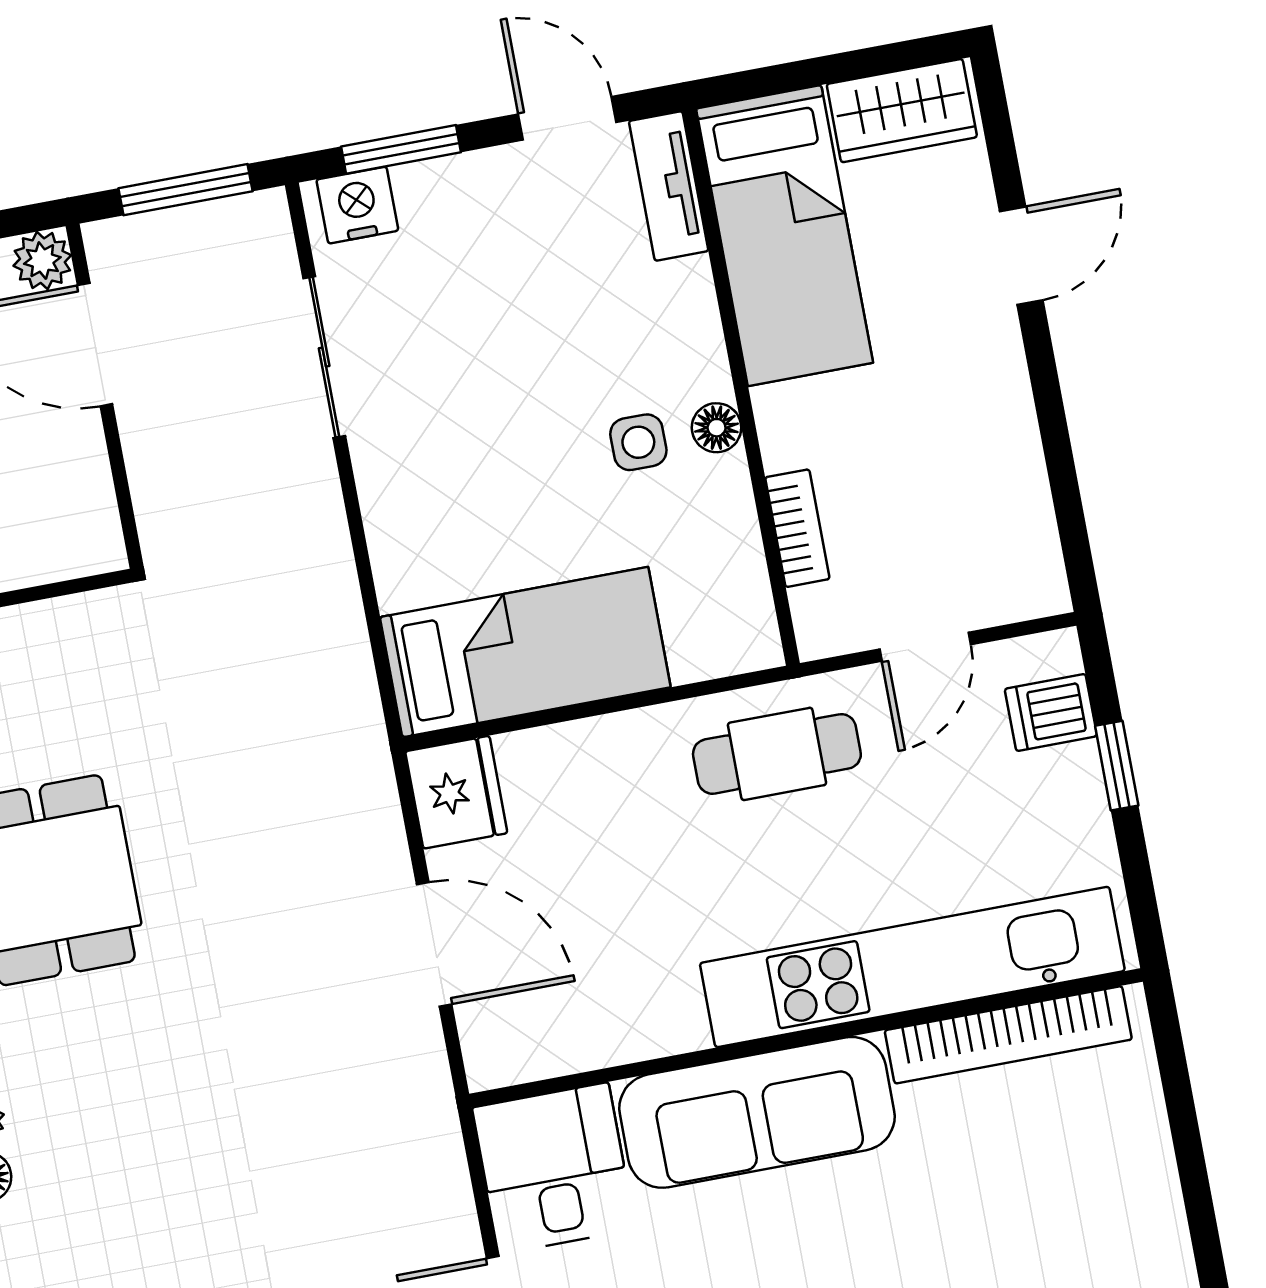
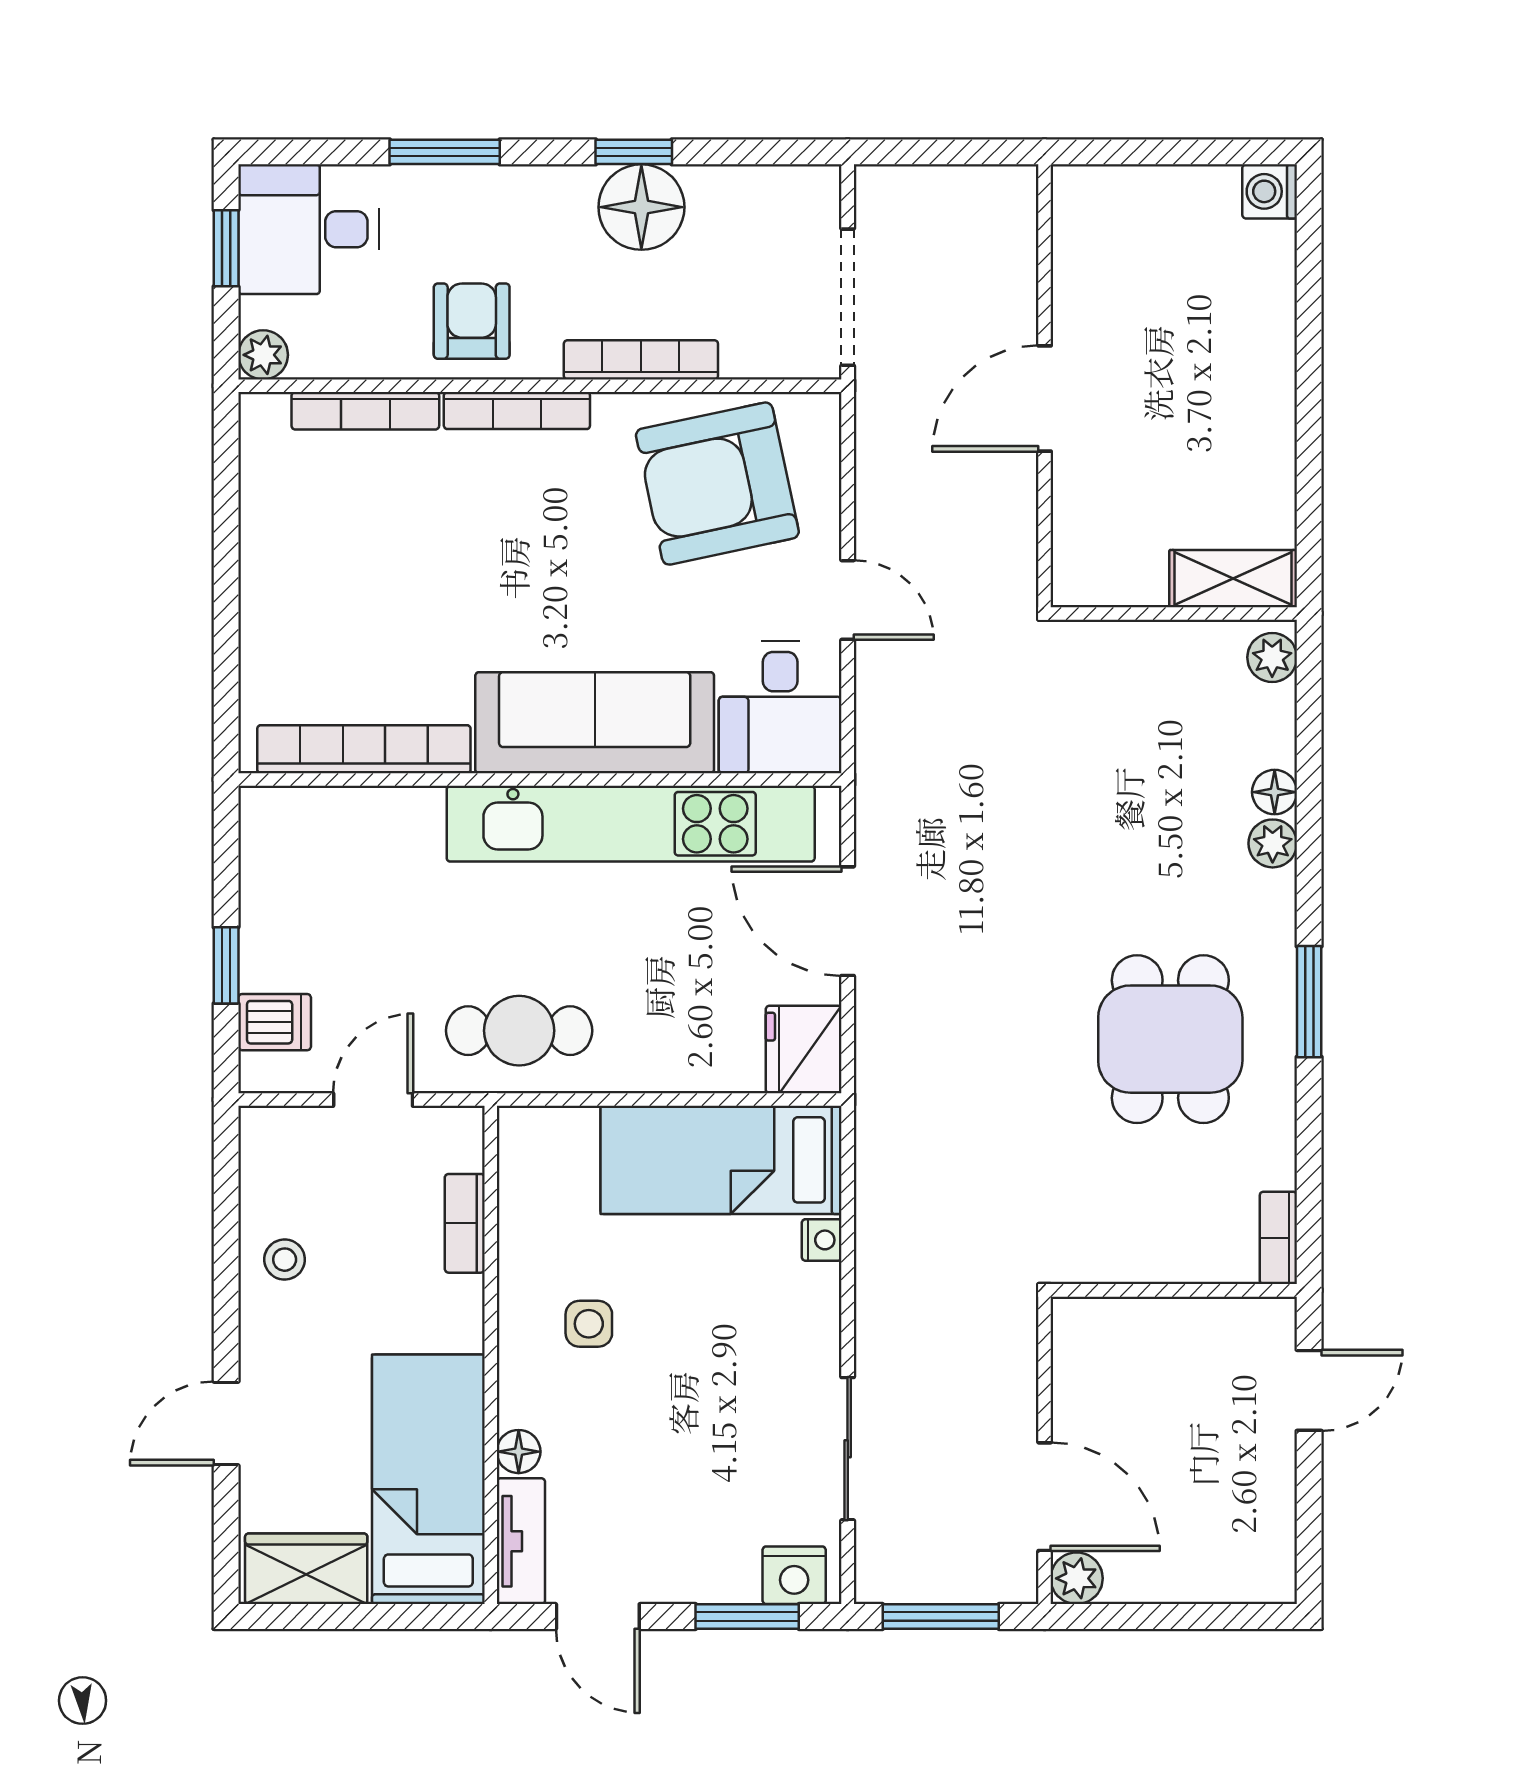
floor lamp: (717, 428) -> (519, 1452), moved
stool: (990, 450) -> (285, 1260), added
nightstand: (397, 584) -> (822, 1240), added
kitchen unit: (912, 967) -> (631, 824), moved

